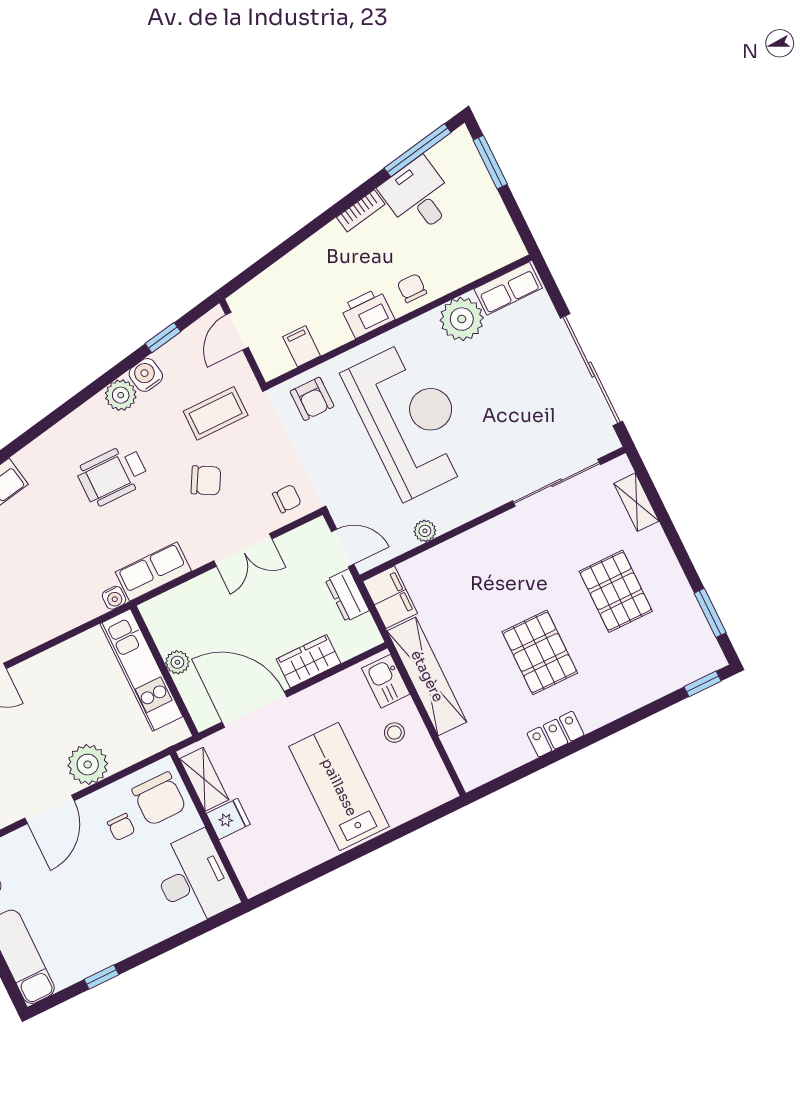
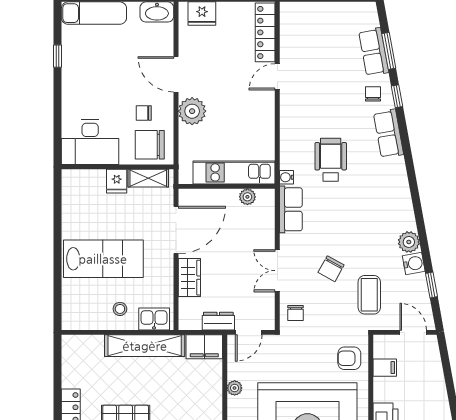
wheelchair: (112, 475) -> (331, 160), moved
plant: (177, 662) -> (247, 197), moved

